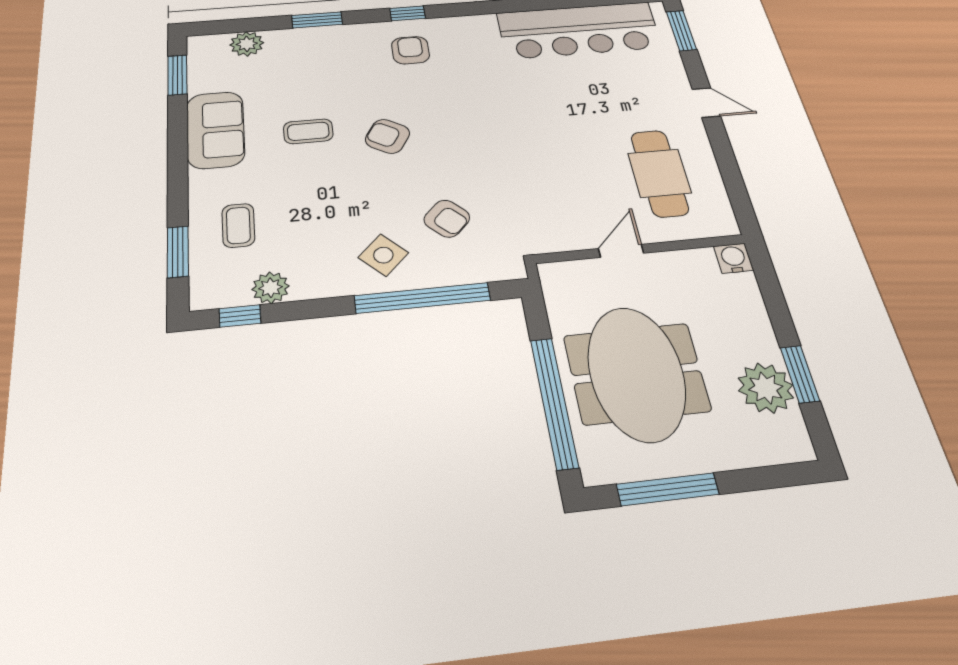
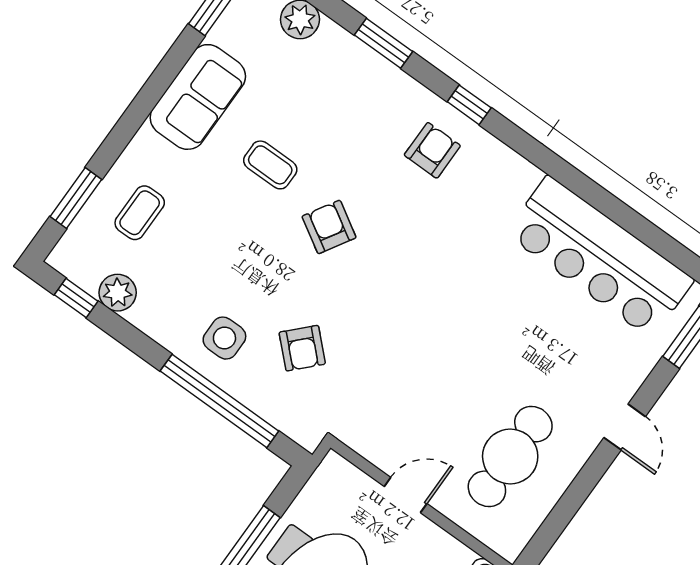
side table: (383, 255) -> (224, 338), turned 45

